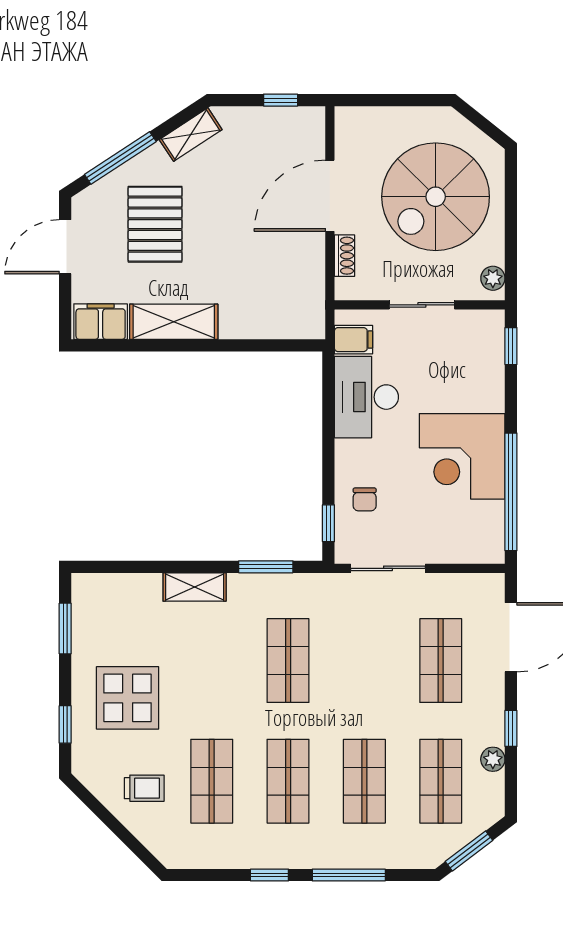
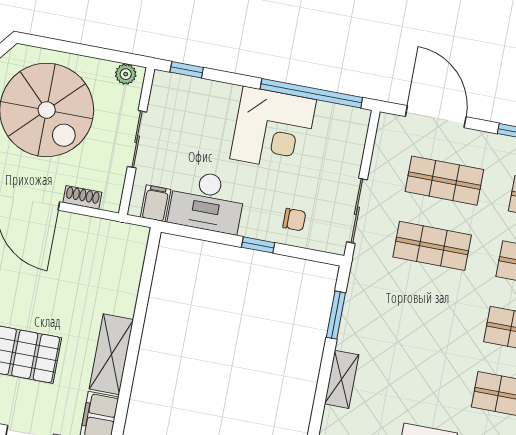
window: (328, 523) -> (258, 245), moved
shop shelf: (288, 661) -> (432, 246), moved

